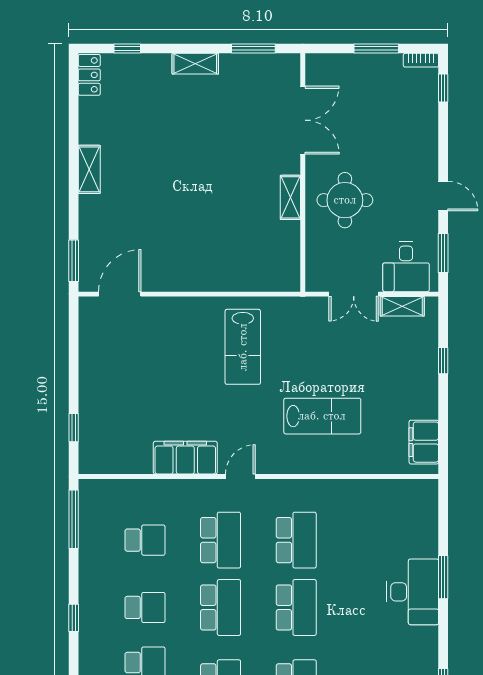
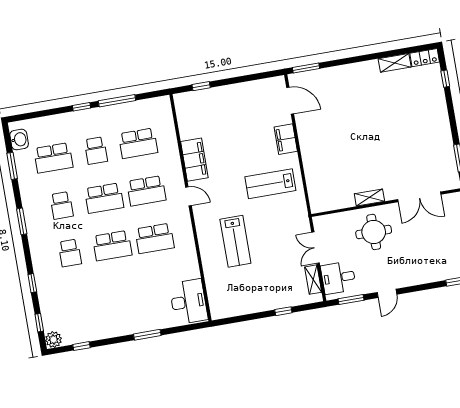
shelving: (195, 64) -> (443, 123), removed
shelving: (89, 169) -> (395, 63), moved
filing cabinet: (424, 442) -> (286, 139), moved, turned -90
window: (74, 519) -> (117, 101), moved
school desk: (145, 540) -> (138, 143), width x1.85
desk: (413, 592) -> (188, 302), moved, turned -90

